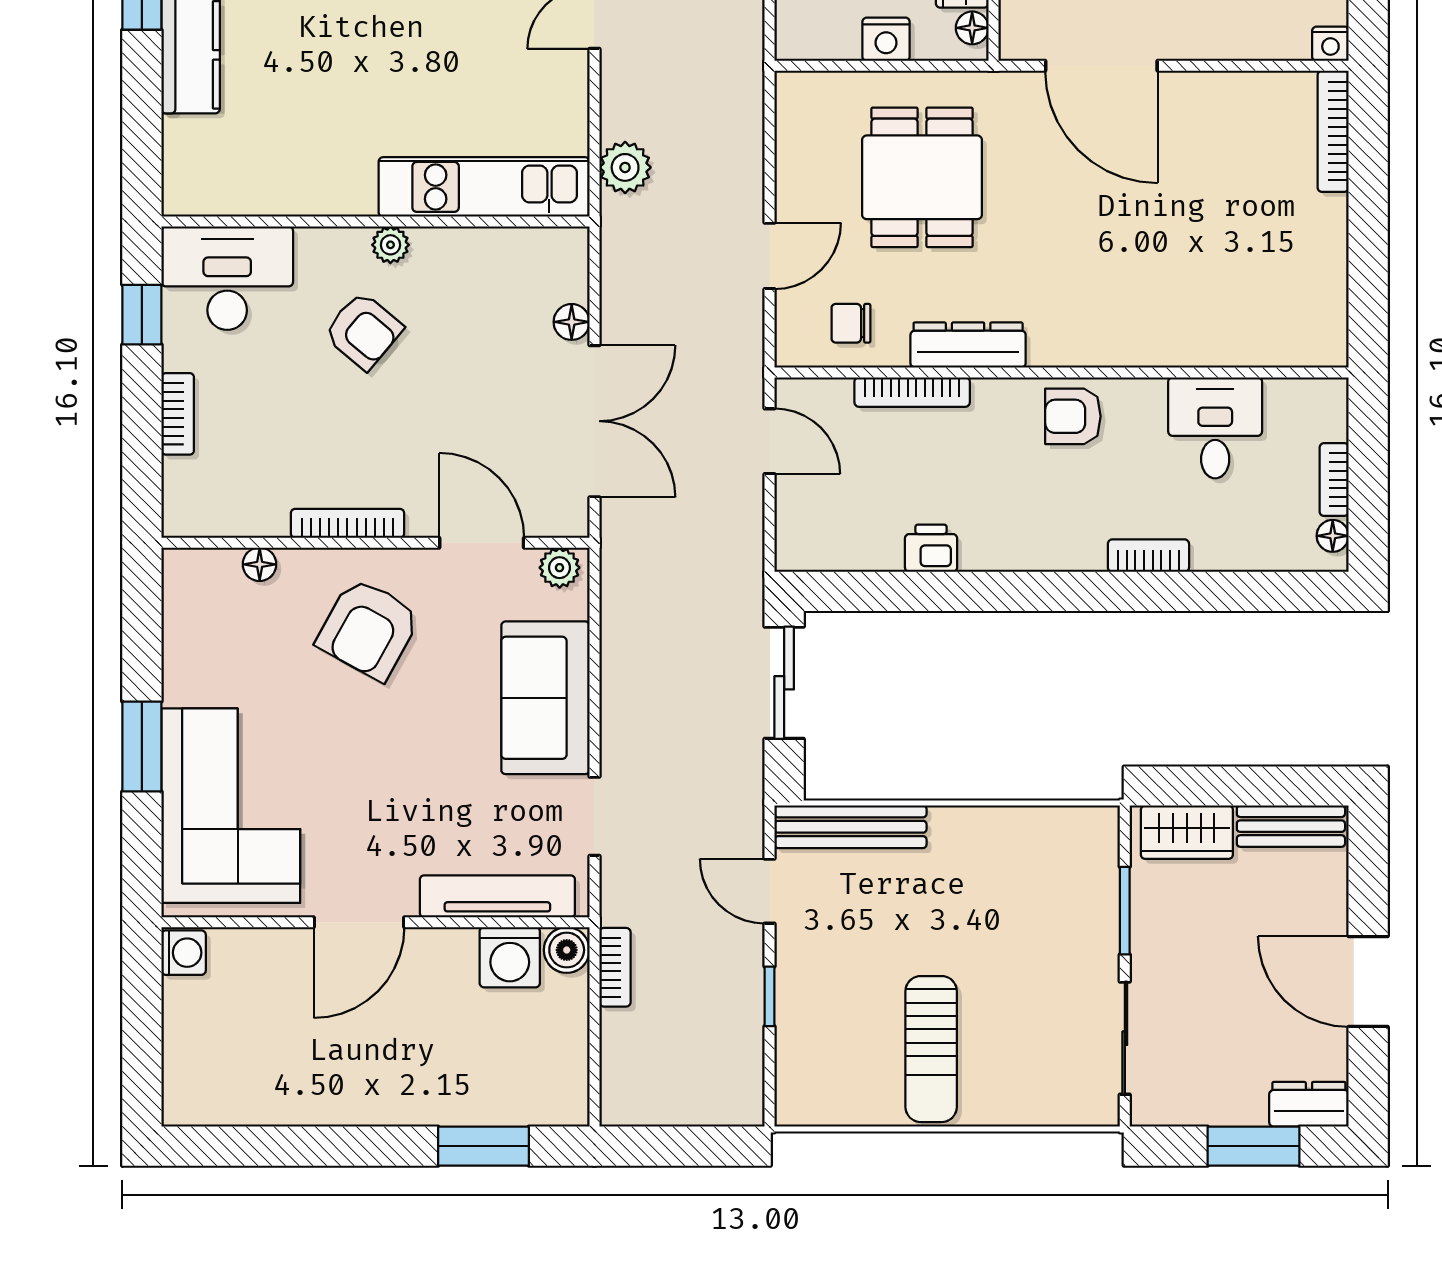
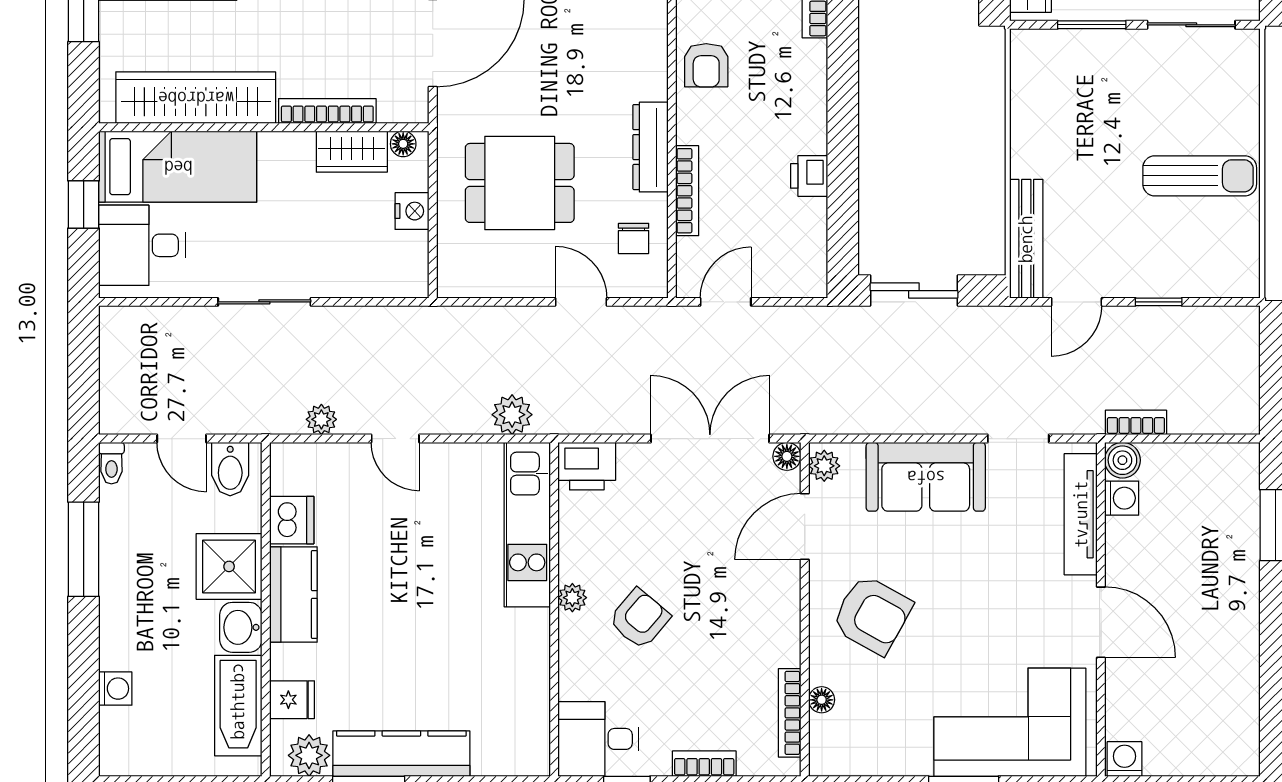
printer: (559, 263) -> (587, 466), added
desk: (227, 278) -> (598, 739), width x0.73
floor lamp: (572, 322) -> (787, 456), moved
bookcase: (347, 523) -> (790, 713), moved
washing machine: (510, 957) -> (1122, 498), width x0.73, depth x0.73

